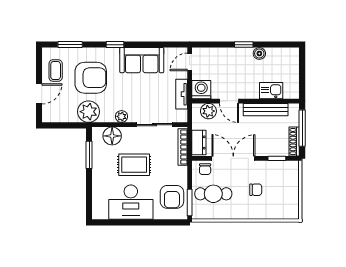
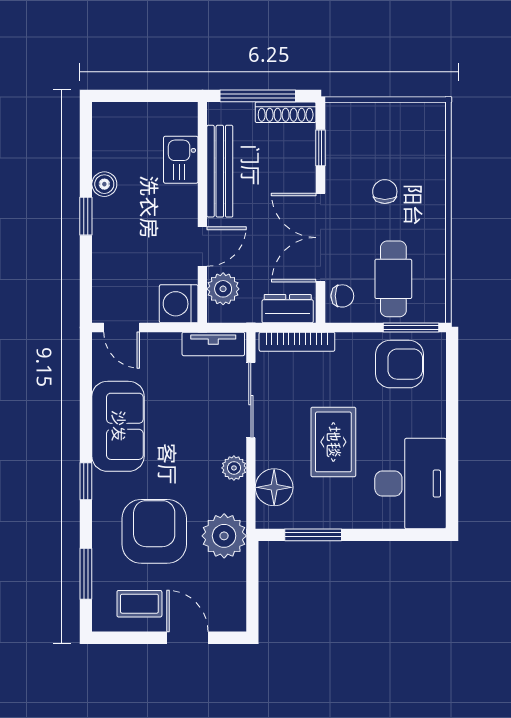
tv unit: (182, 94) -> (213, 344), moved
desk: (131, 202) -> (411, 484), moved

